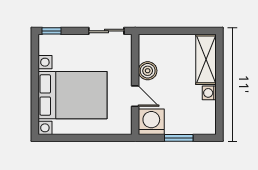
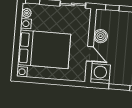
window: (160, 31) -> (112, 8), added
plant: (45, 48) -> (27, 13), added

